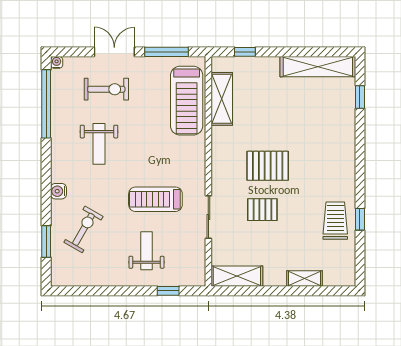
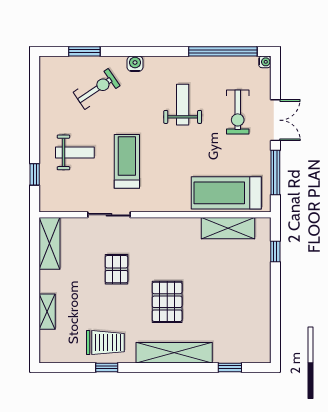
shelving: (318, 67) -> (174, 353), moved, turned 90
weight bench: (99, 144) -> (183, 105), turned 90
pallet: (268, 166) -> (167, 302), moved
exercise bike: (83, 229) -> (97, 89), turned -64

